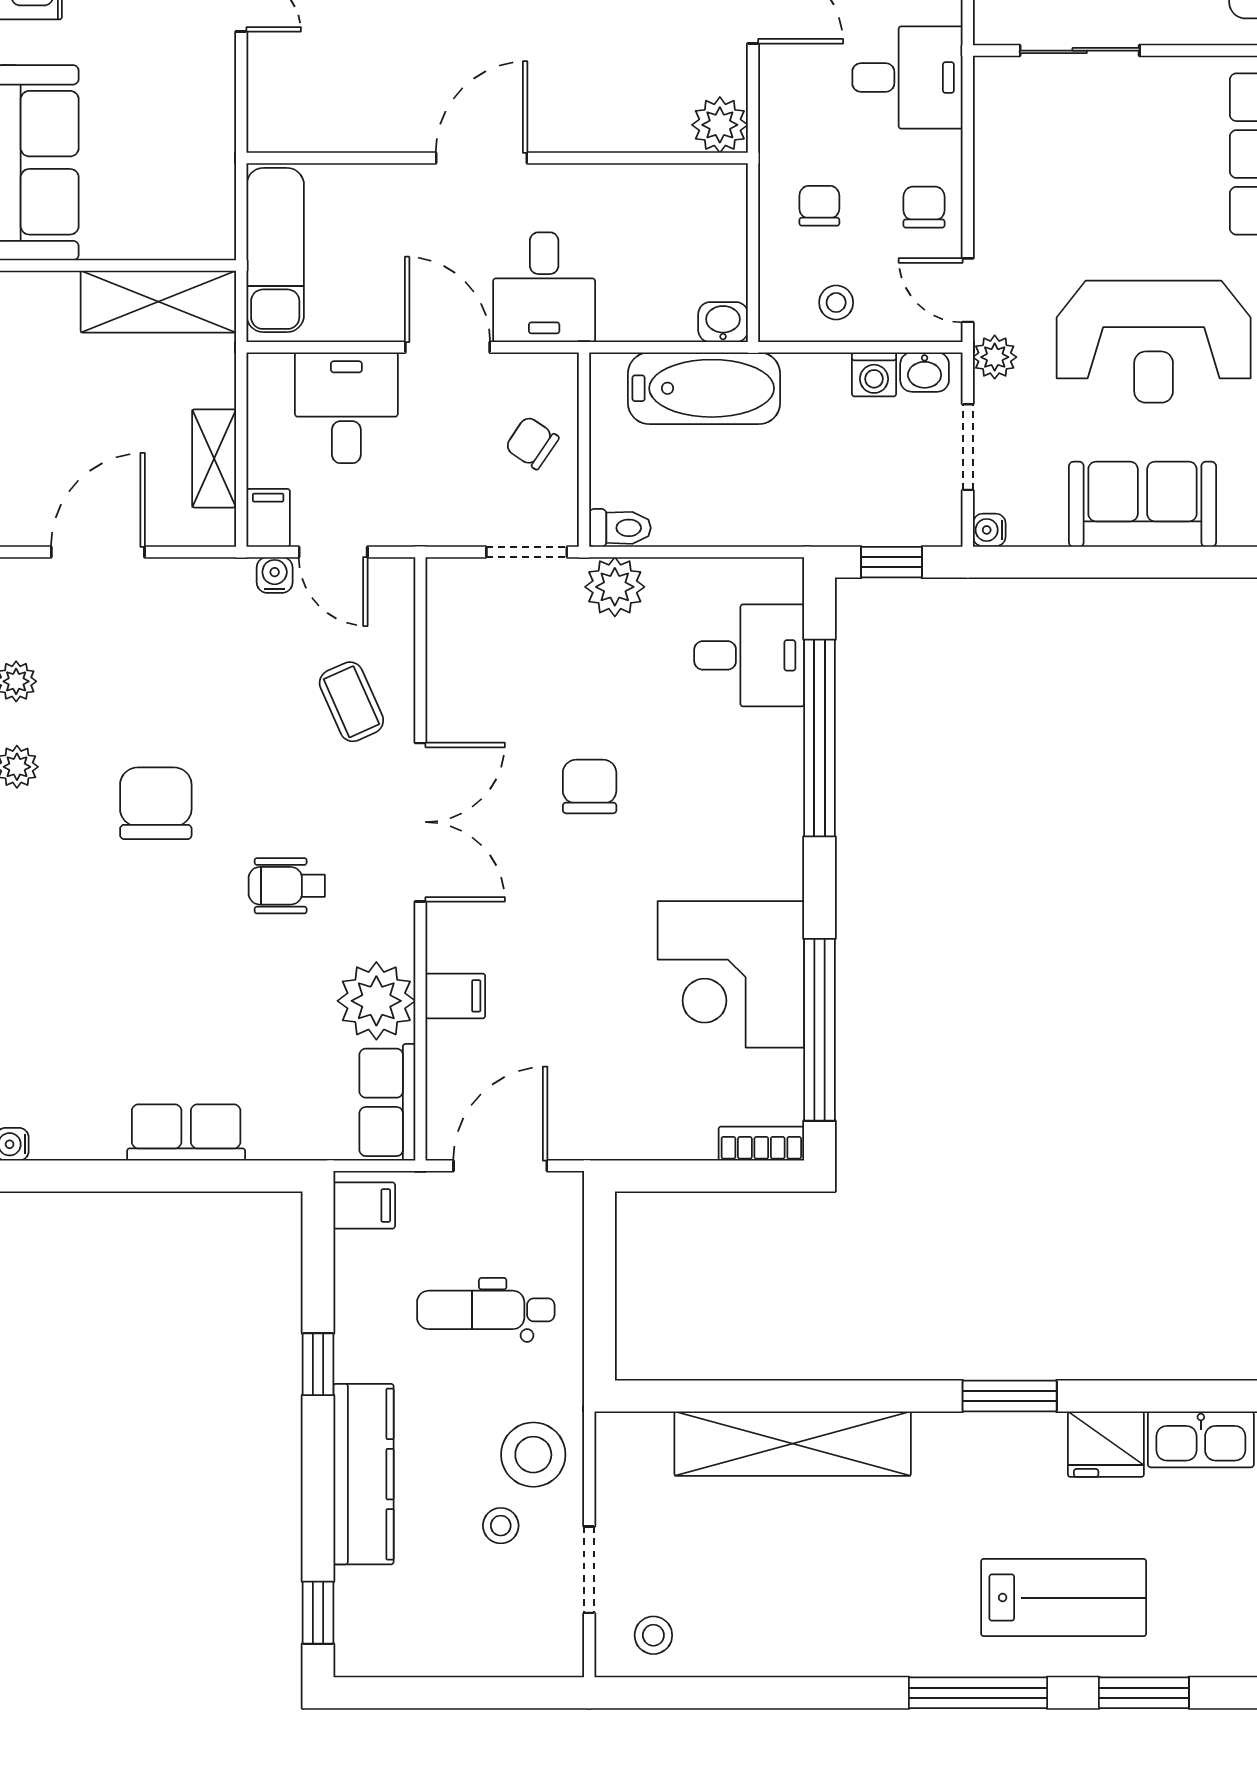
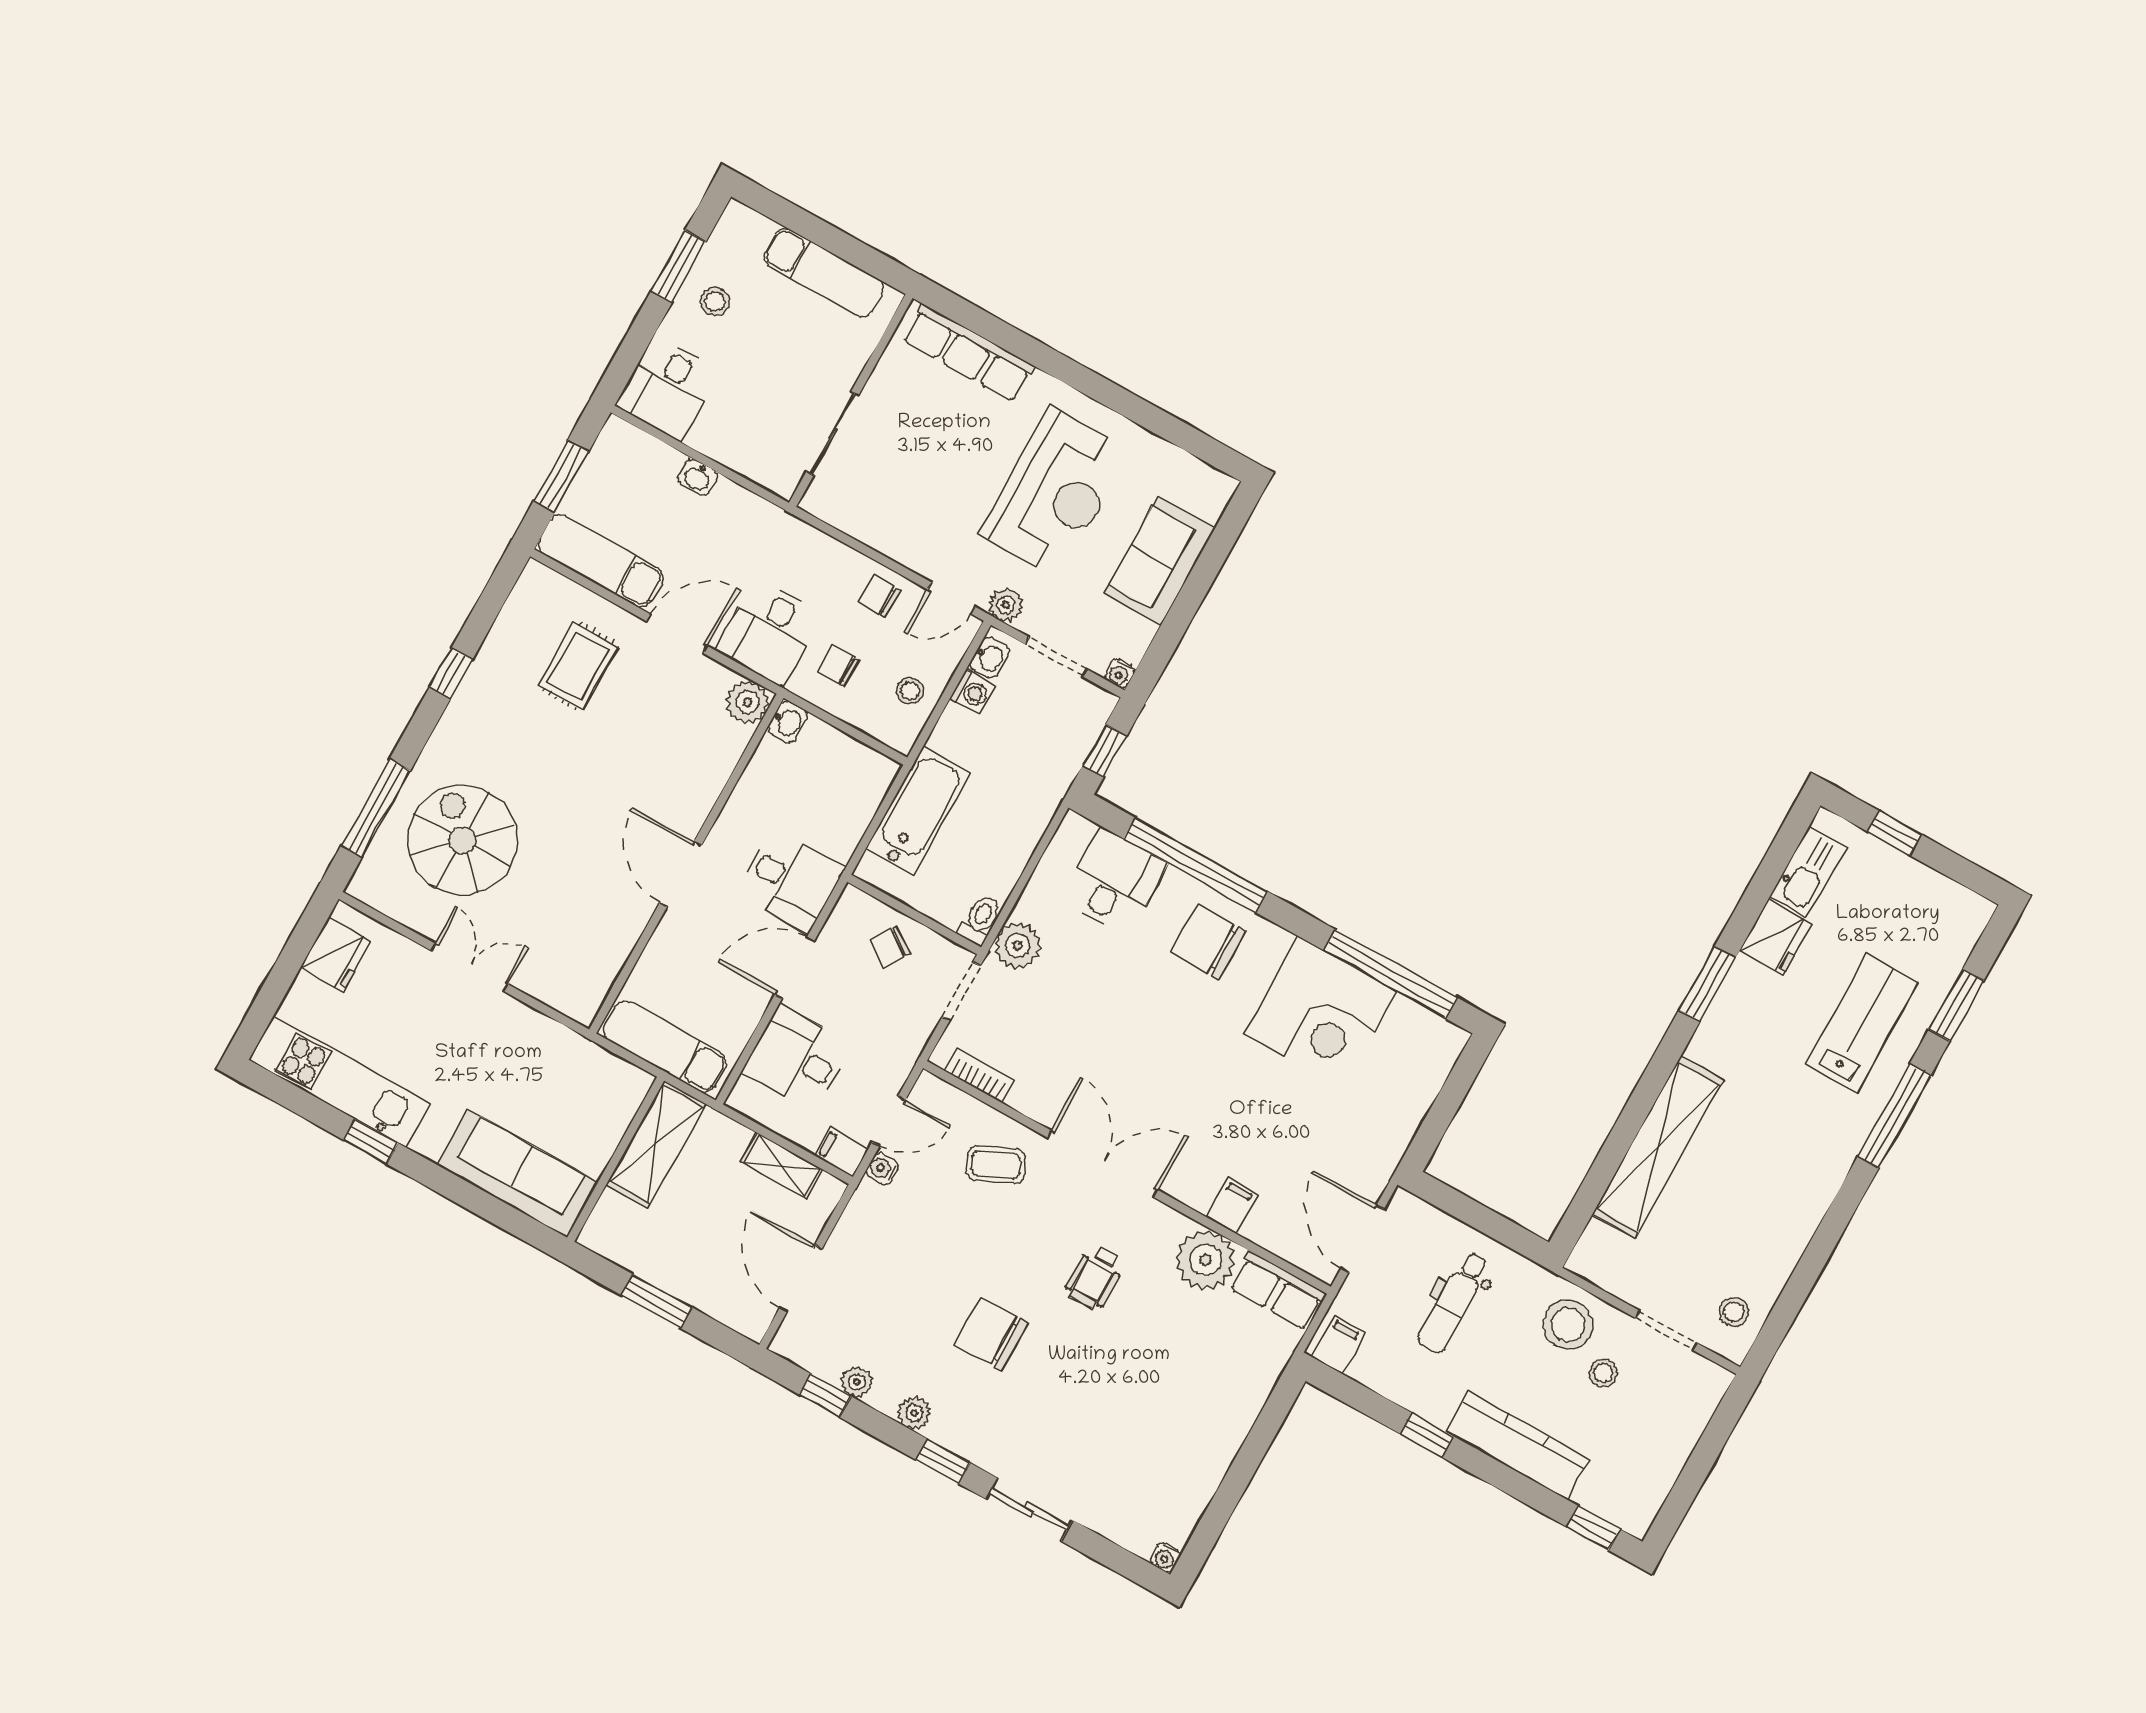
desk: (908, 78) -> (769, 632), moved, turned 180
washbasin: (723, 322) -> (788, 722), moved, turned 180
chair: (590, 787) -> (1208, 942), moved, width x1.37, depth x1.37
row of seats: (186, 1133) -> (1223, 1437), removed
bookcase: (761, 1144) -> (980, 1076), moved, turned 90

